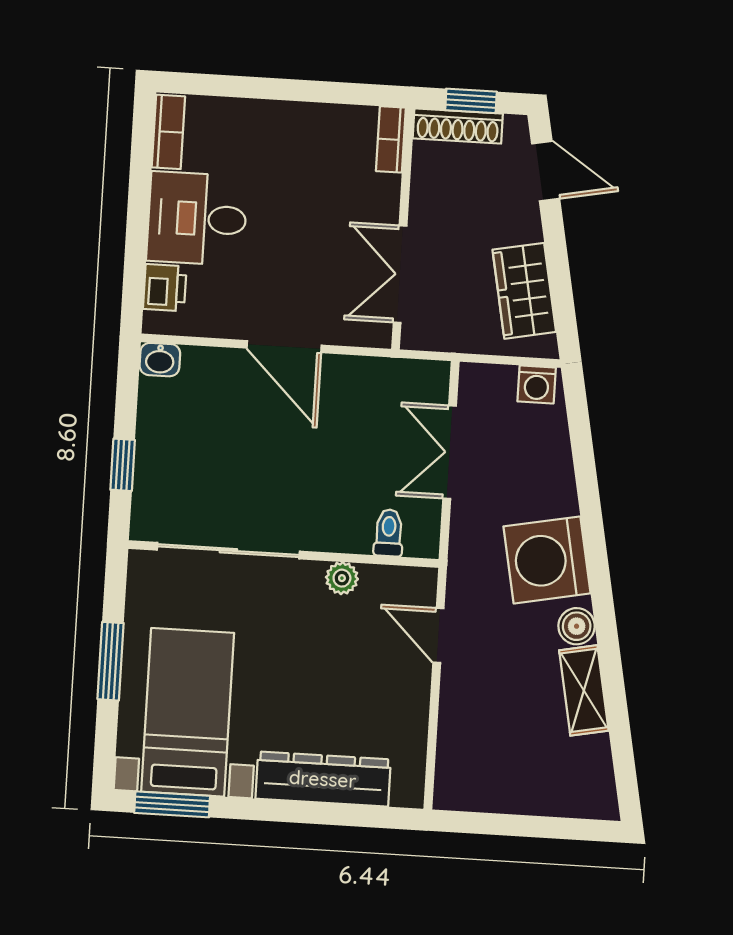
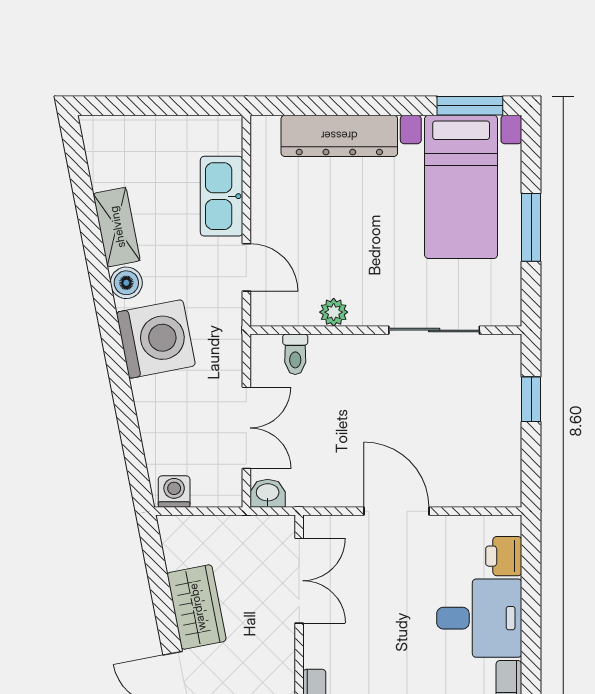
wardrobe: (524, 291) -> (197, 607), moved
washbasin: (160, 360) -> (268, 493), moved
sliding door: (228, 551) -> (434, 330), width x0.73
kitchen sink: (462, 718) -> (222, 196), added

